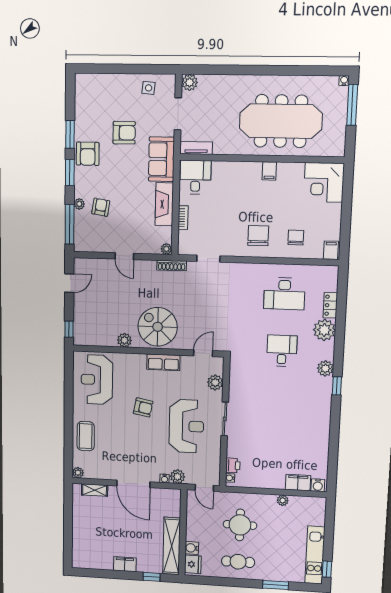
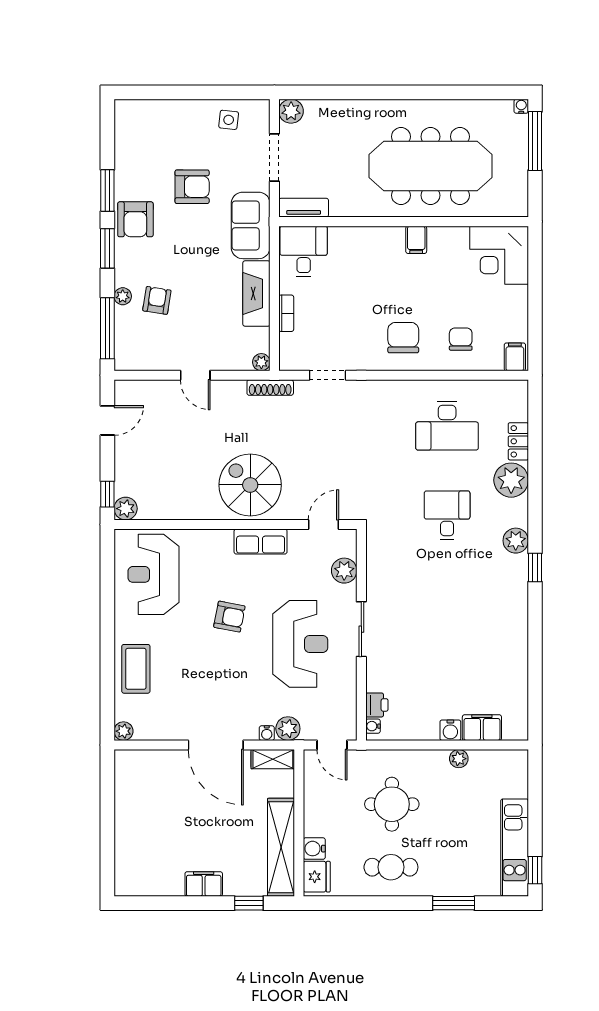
plant: (124, 340) -> (126, 509), moved
water cooler: (318, 485) -> (450, 730), moved
shelving: (95, 490) -> (273, 759), moved

